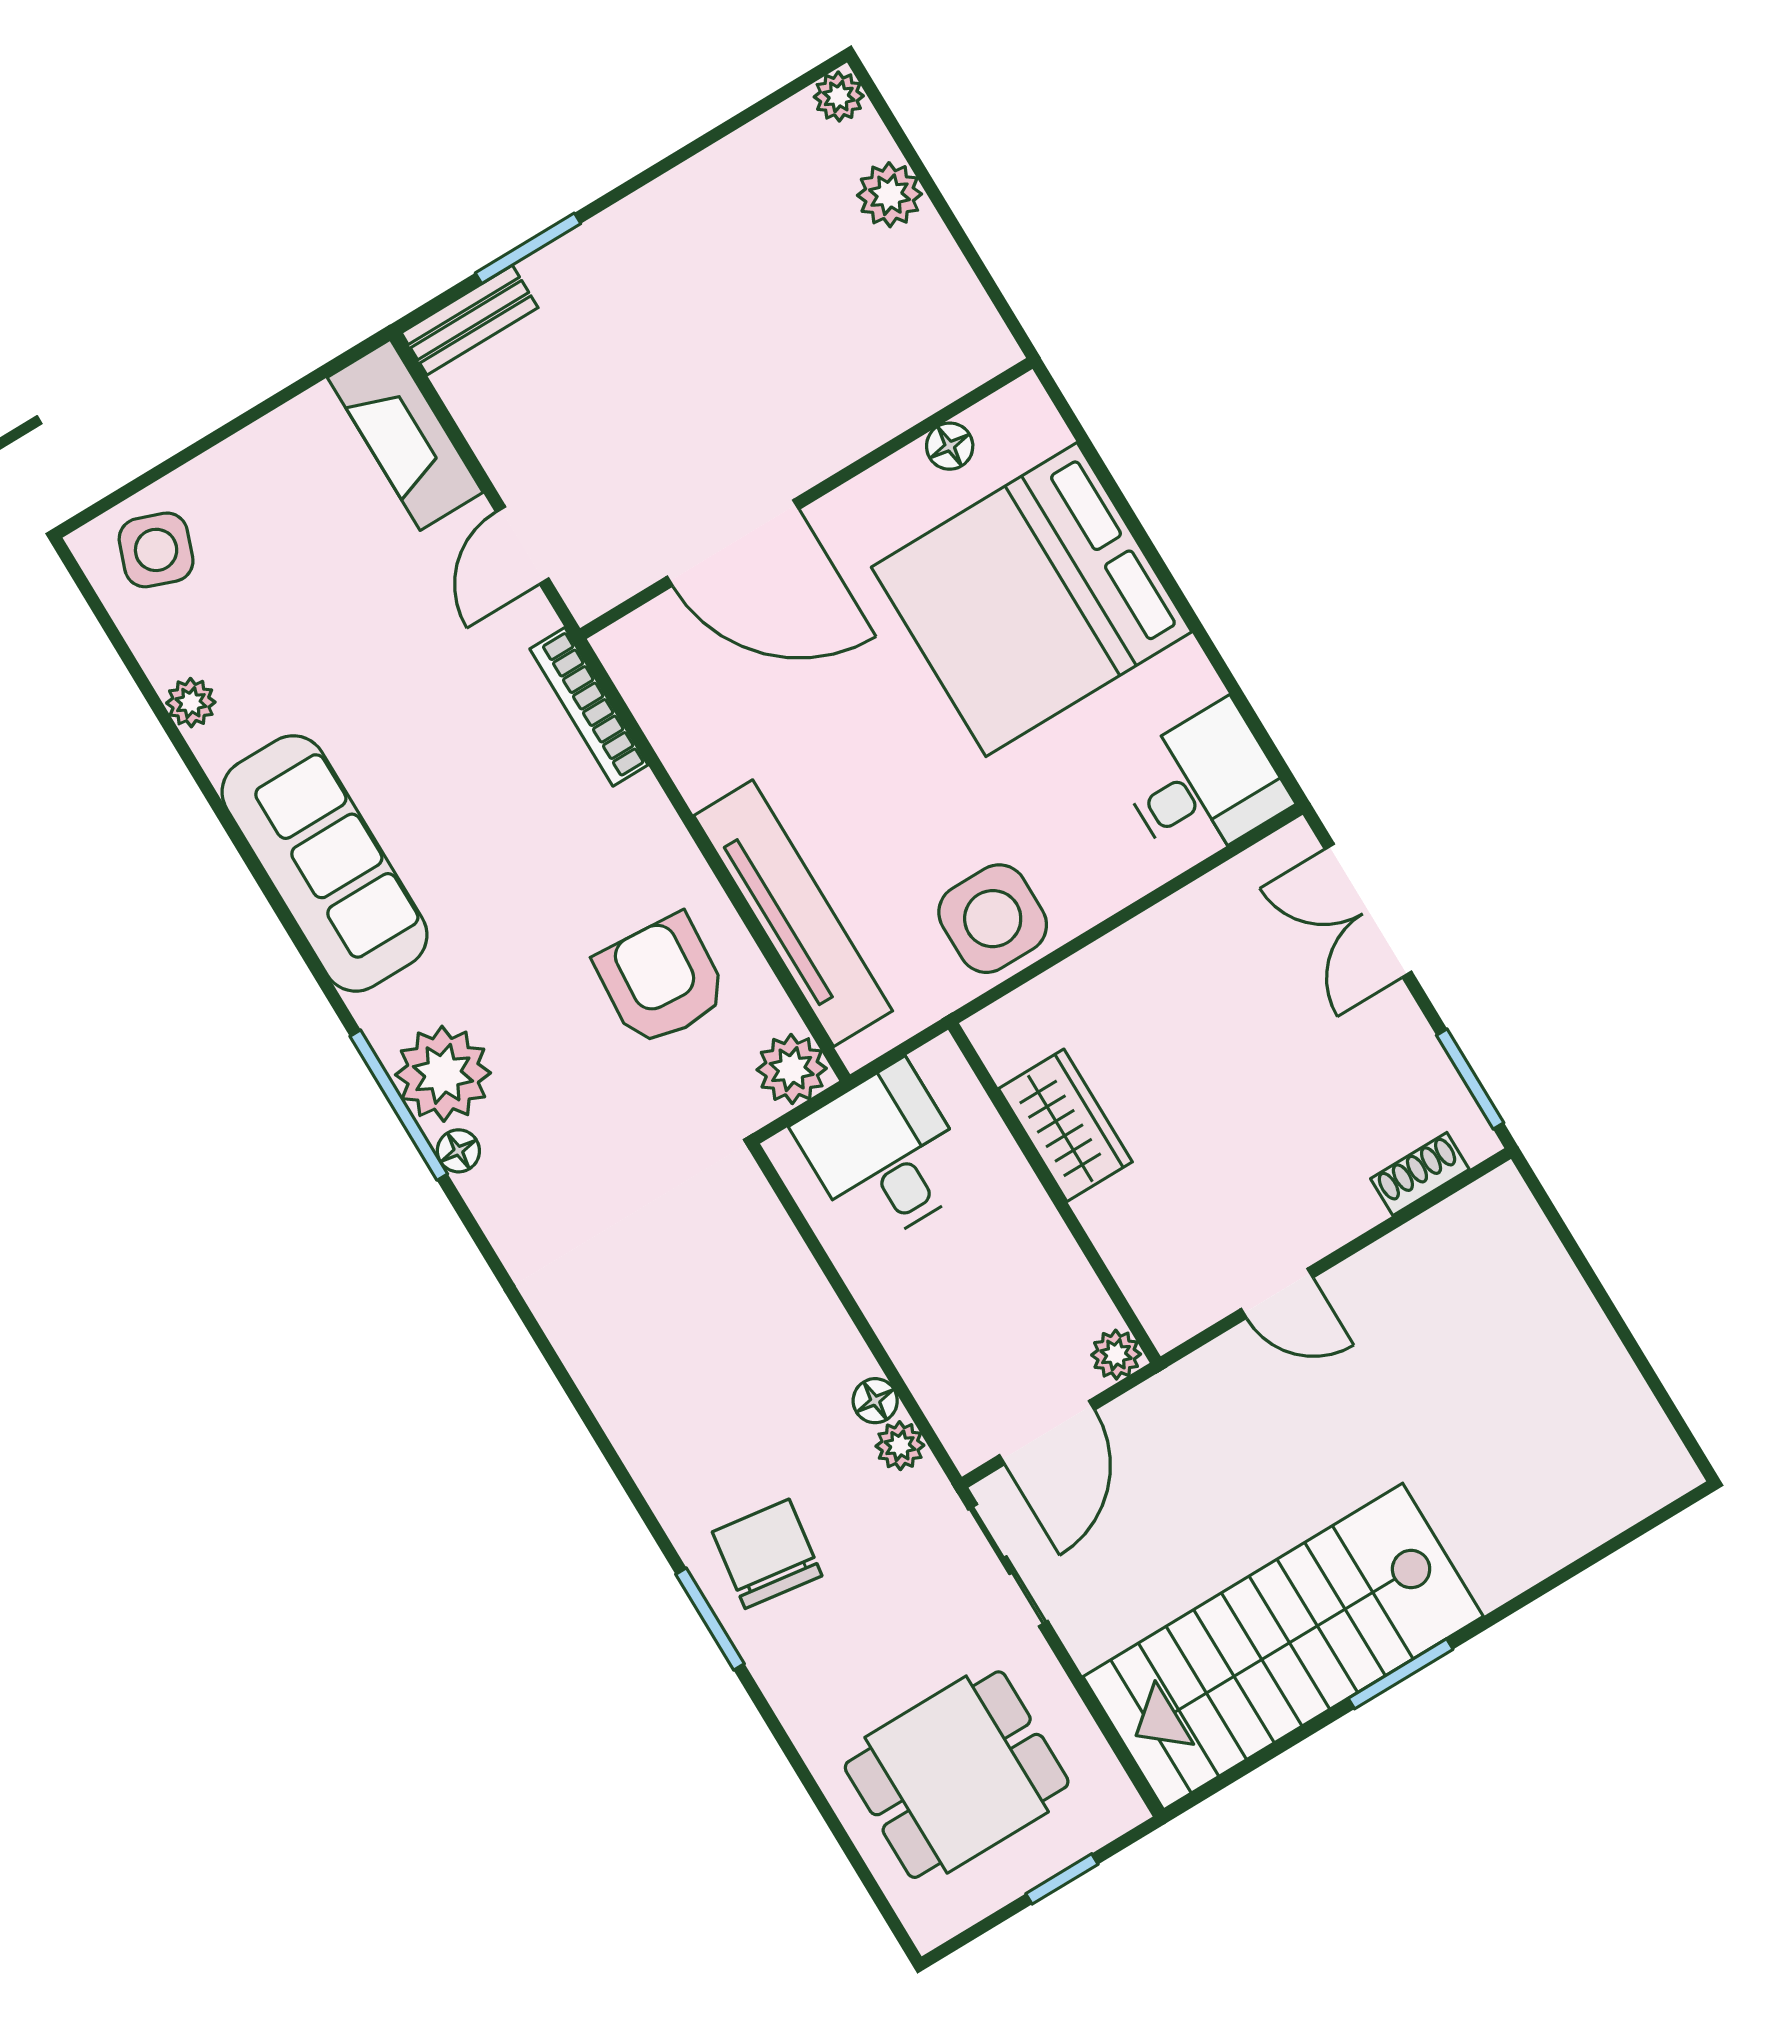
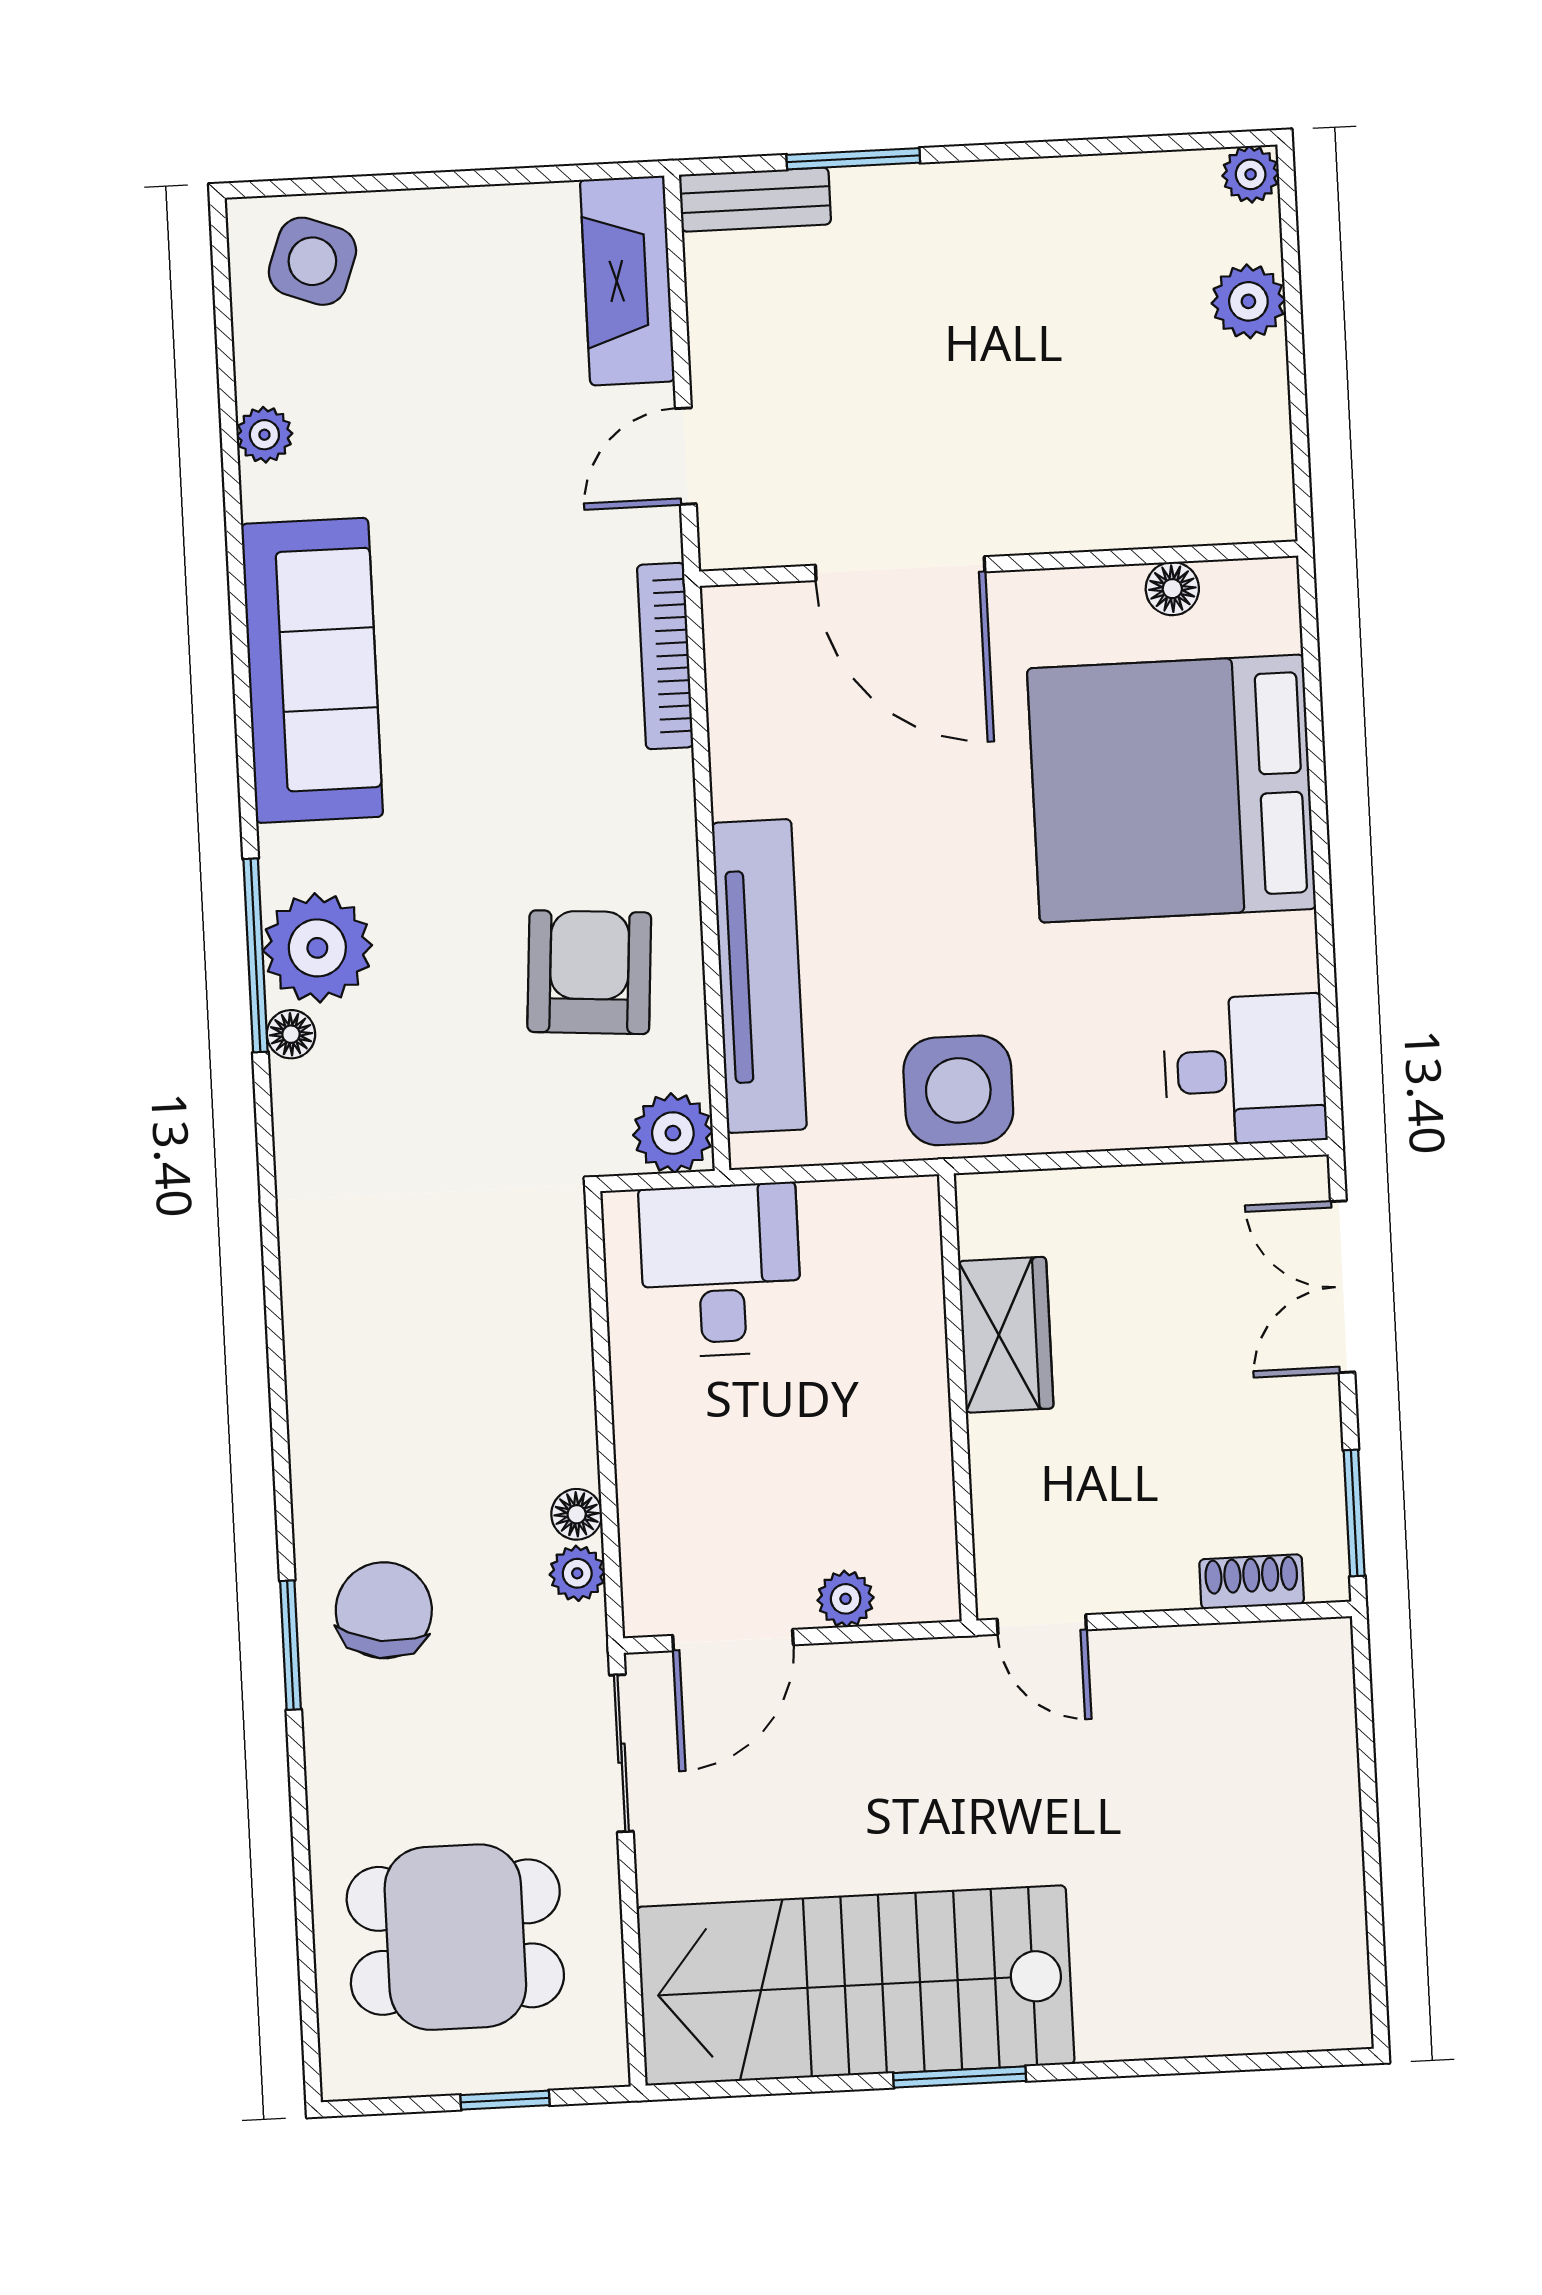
wardrobe: (1065, 1125) -> (1006, 1335), moved
wall: (1054, 1193) -> (958, 1397), moved

